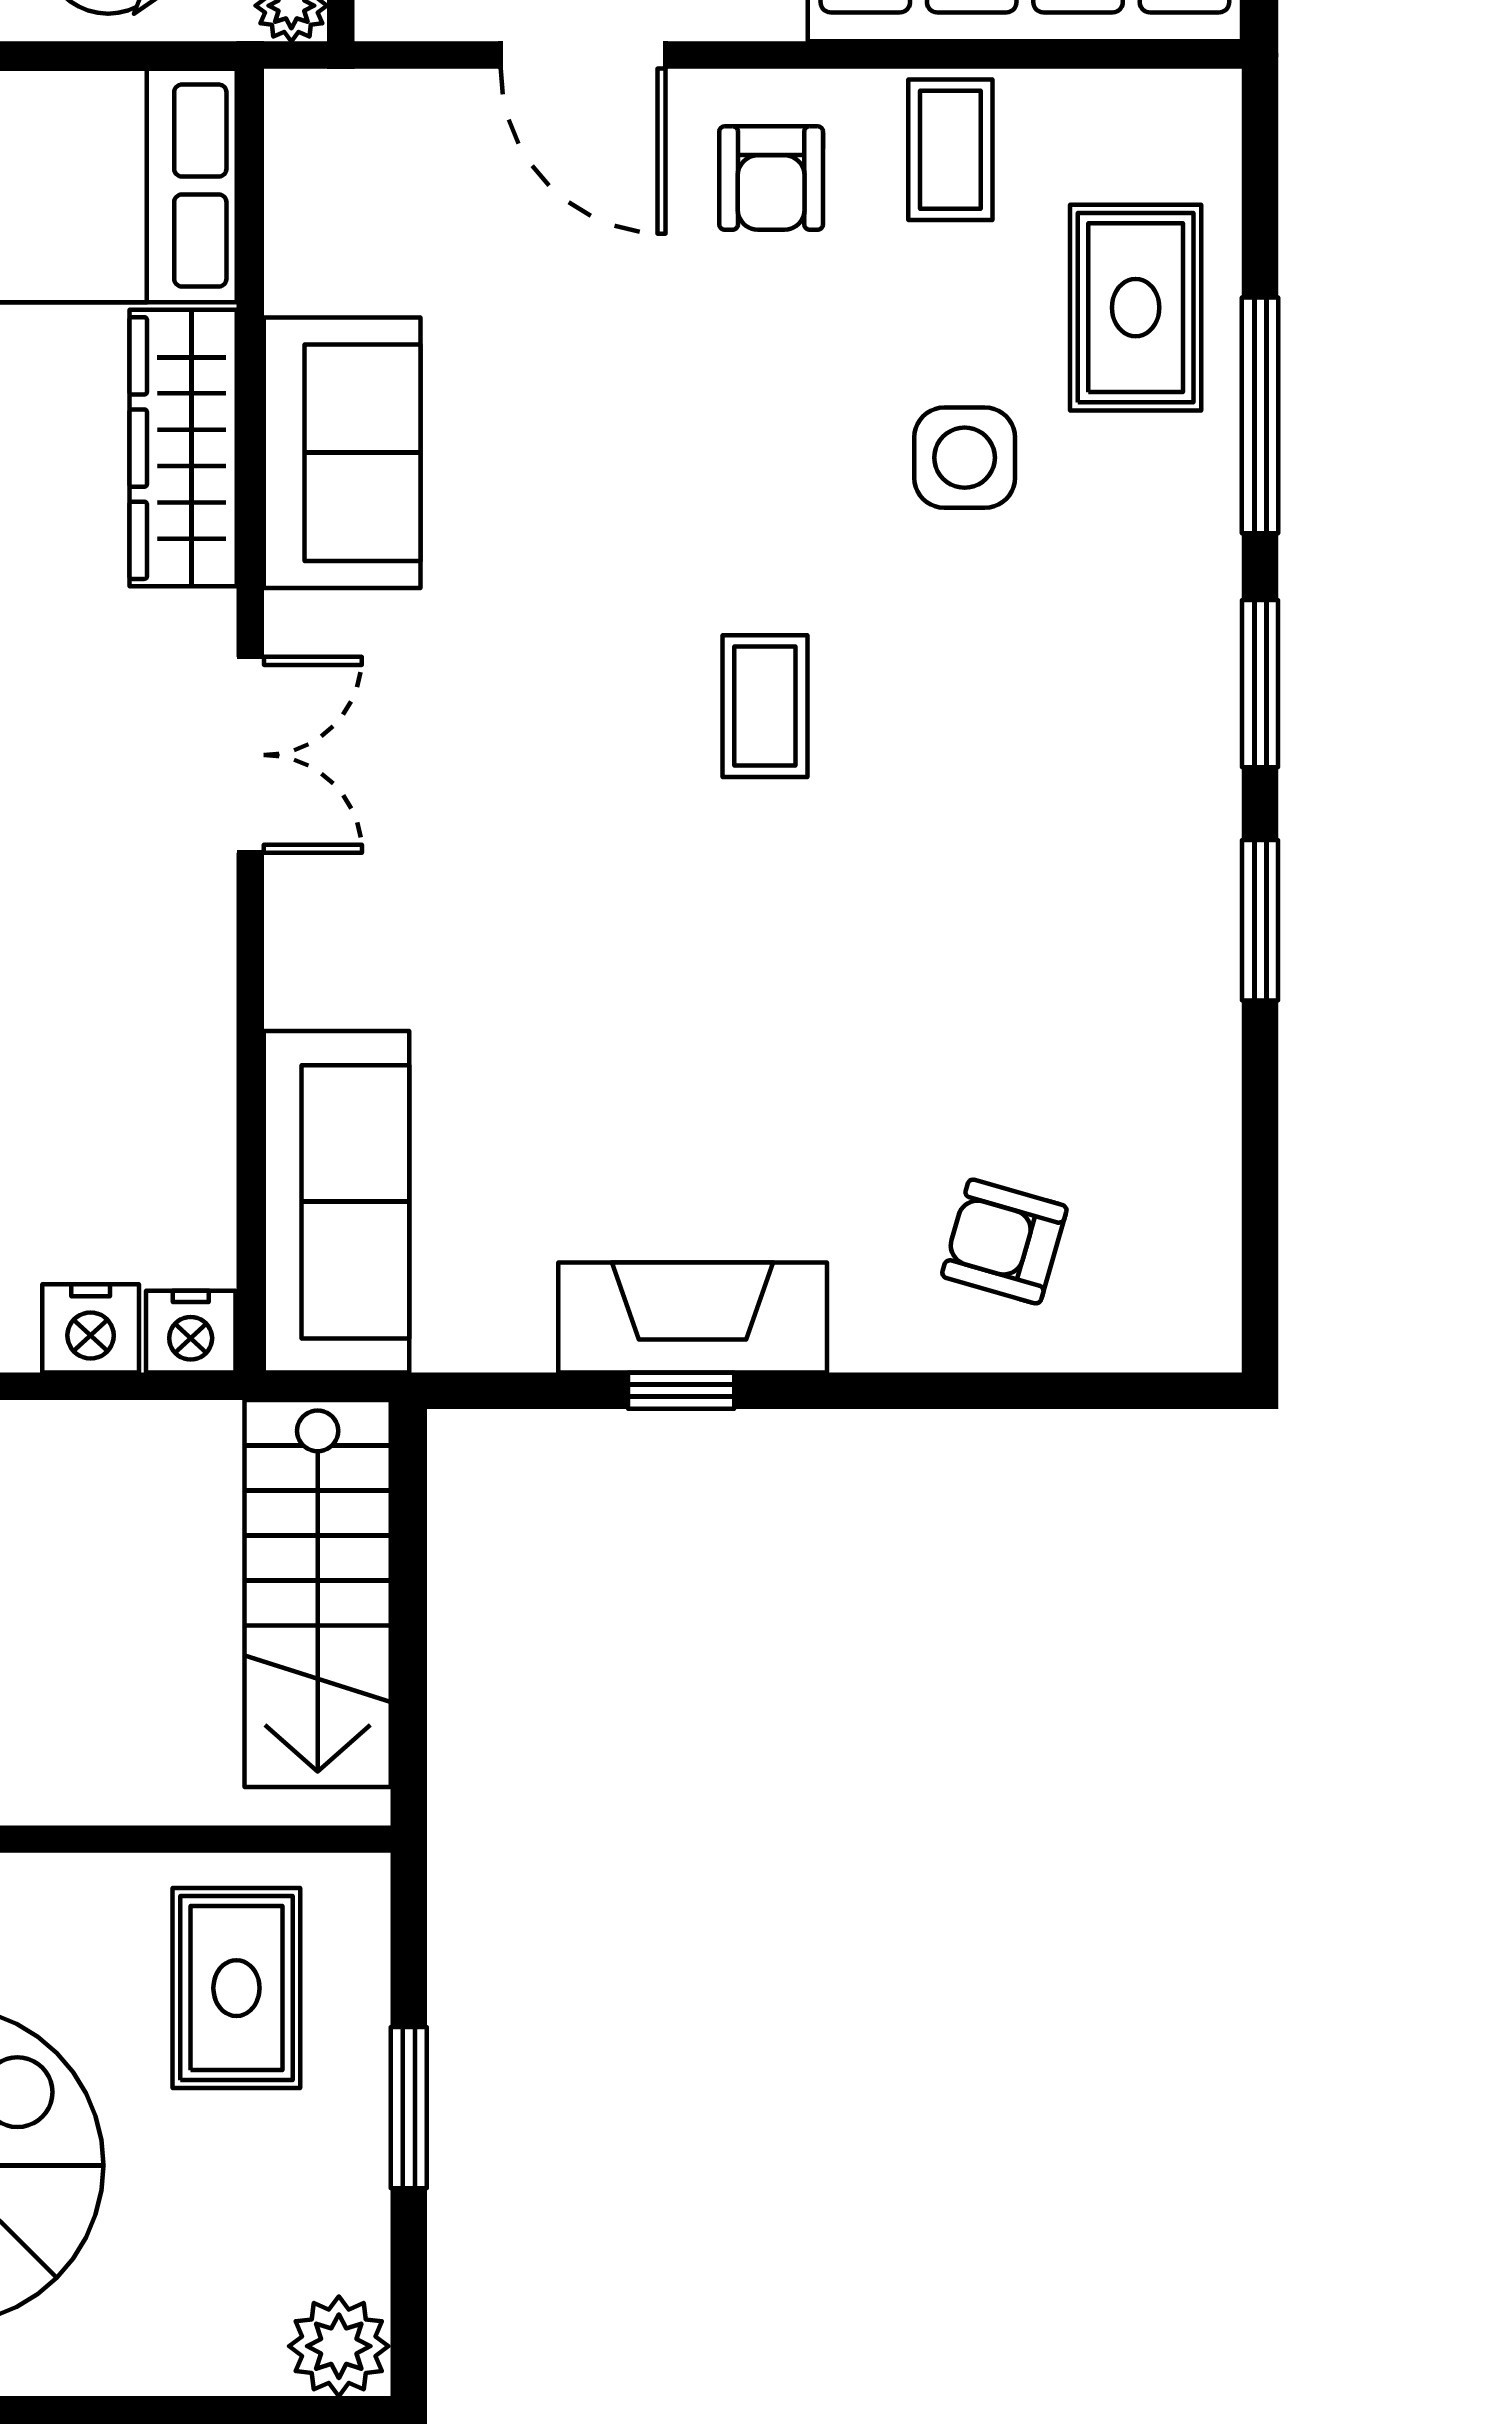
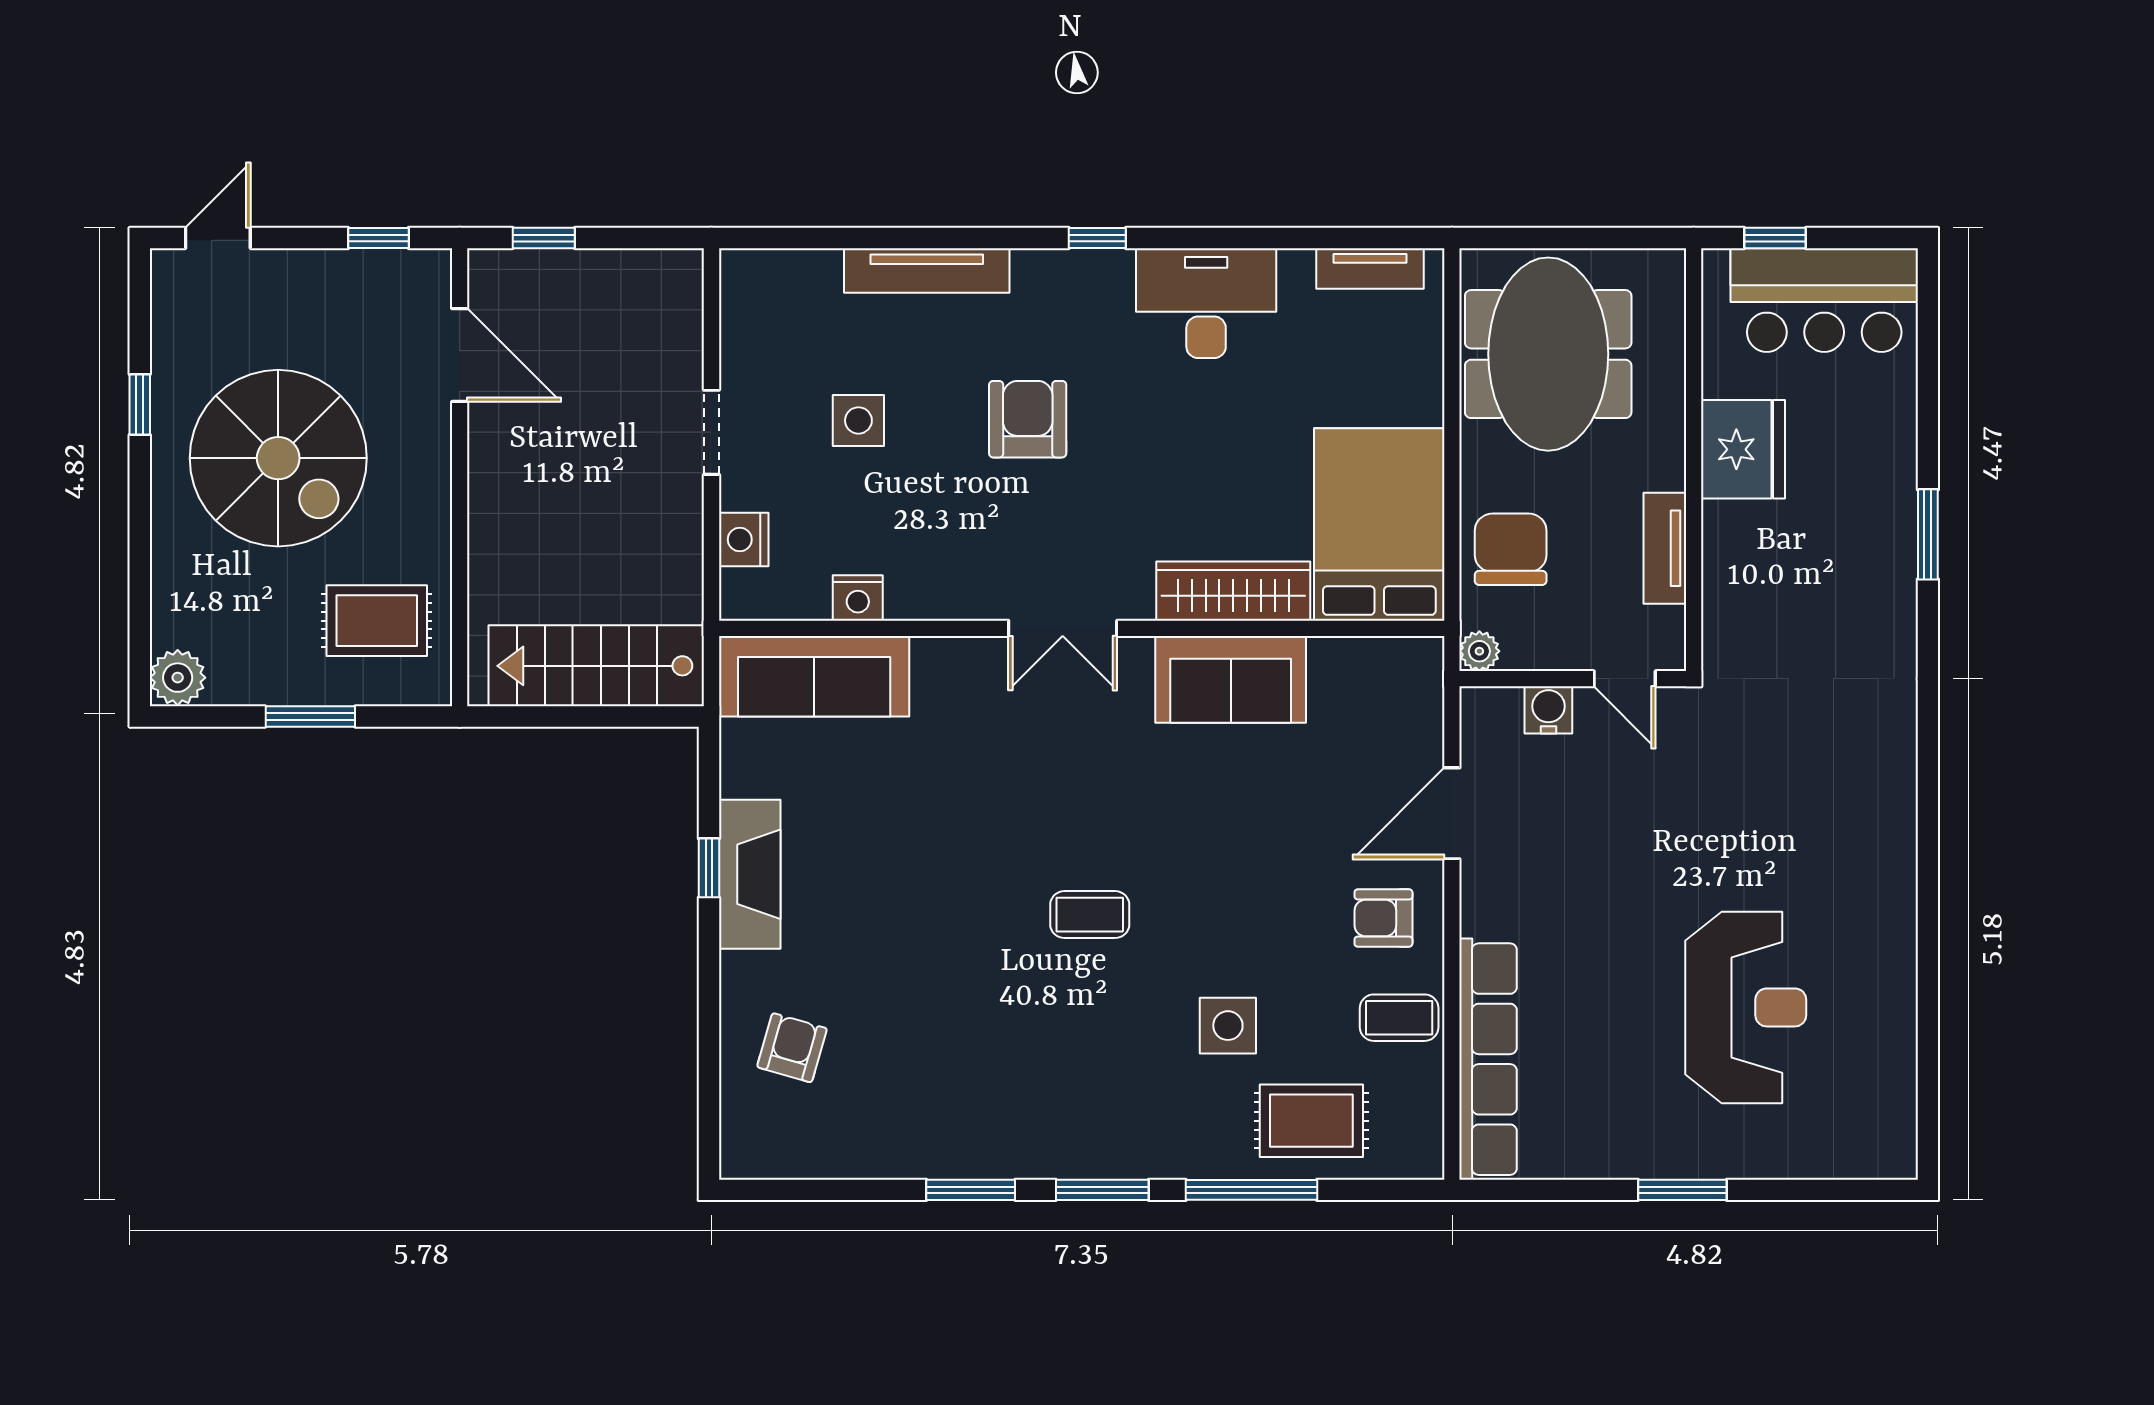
nightstand: (191, 1332) -> (858, 598), moved, turned -90

